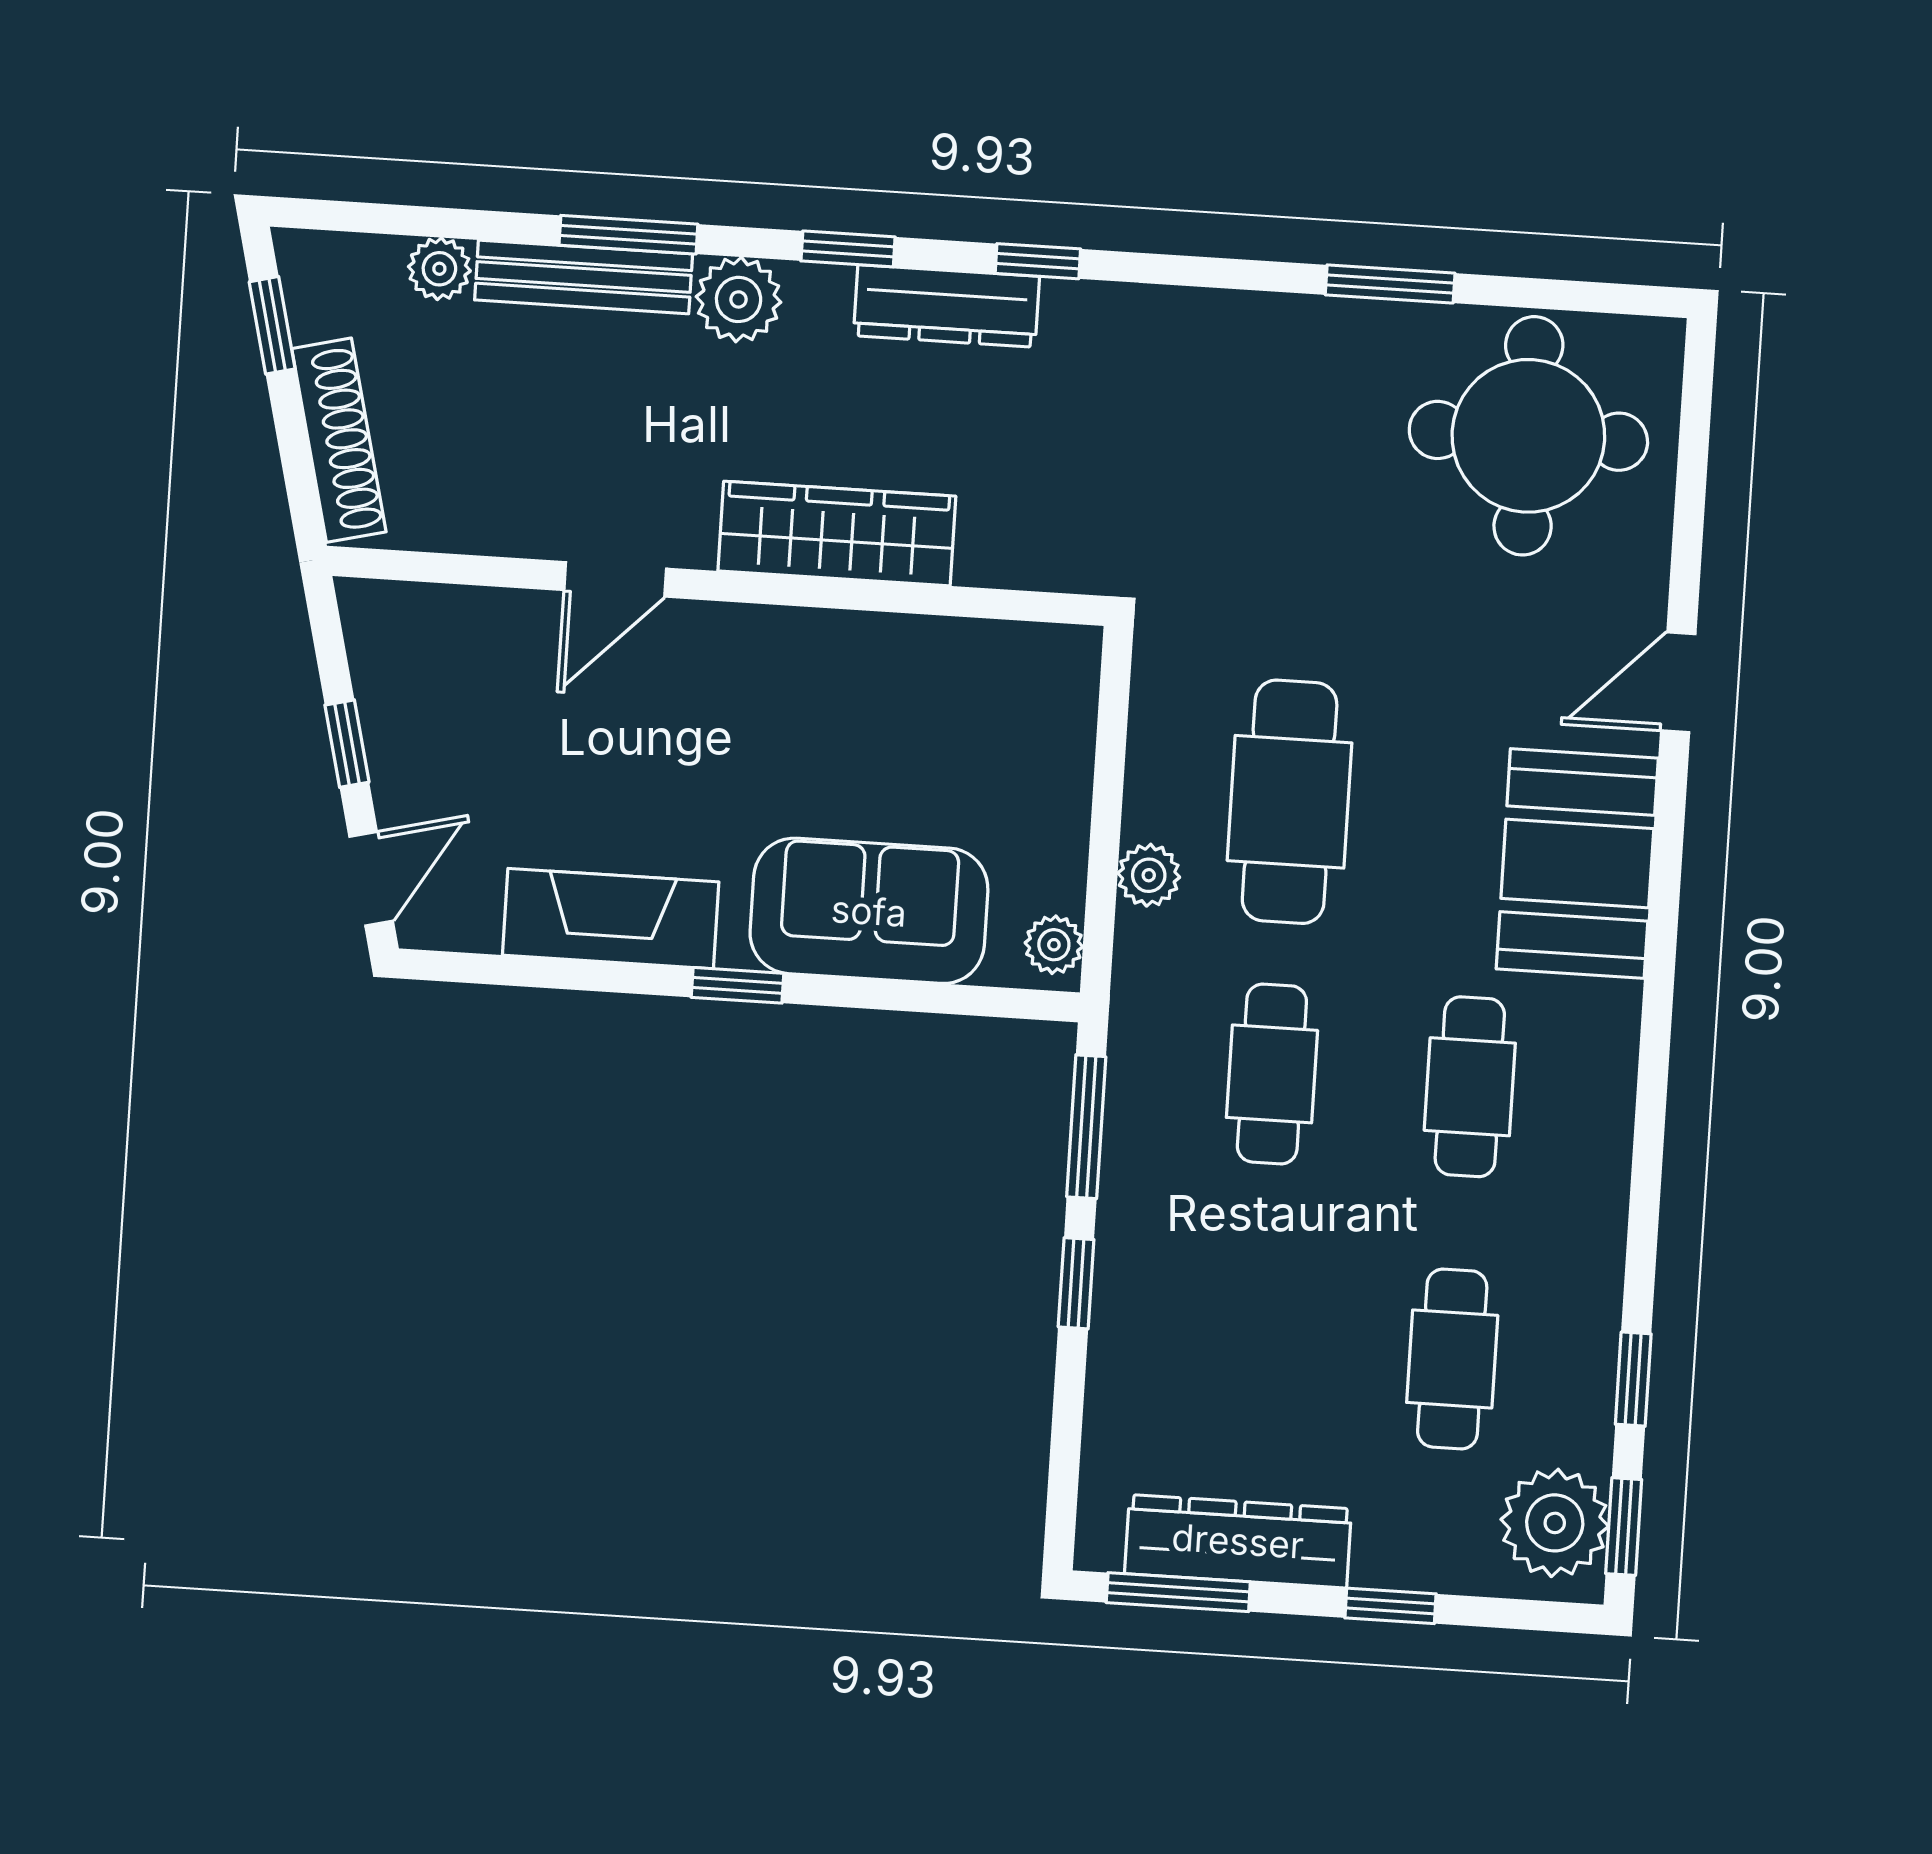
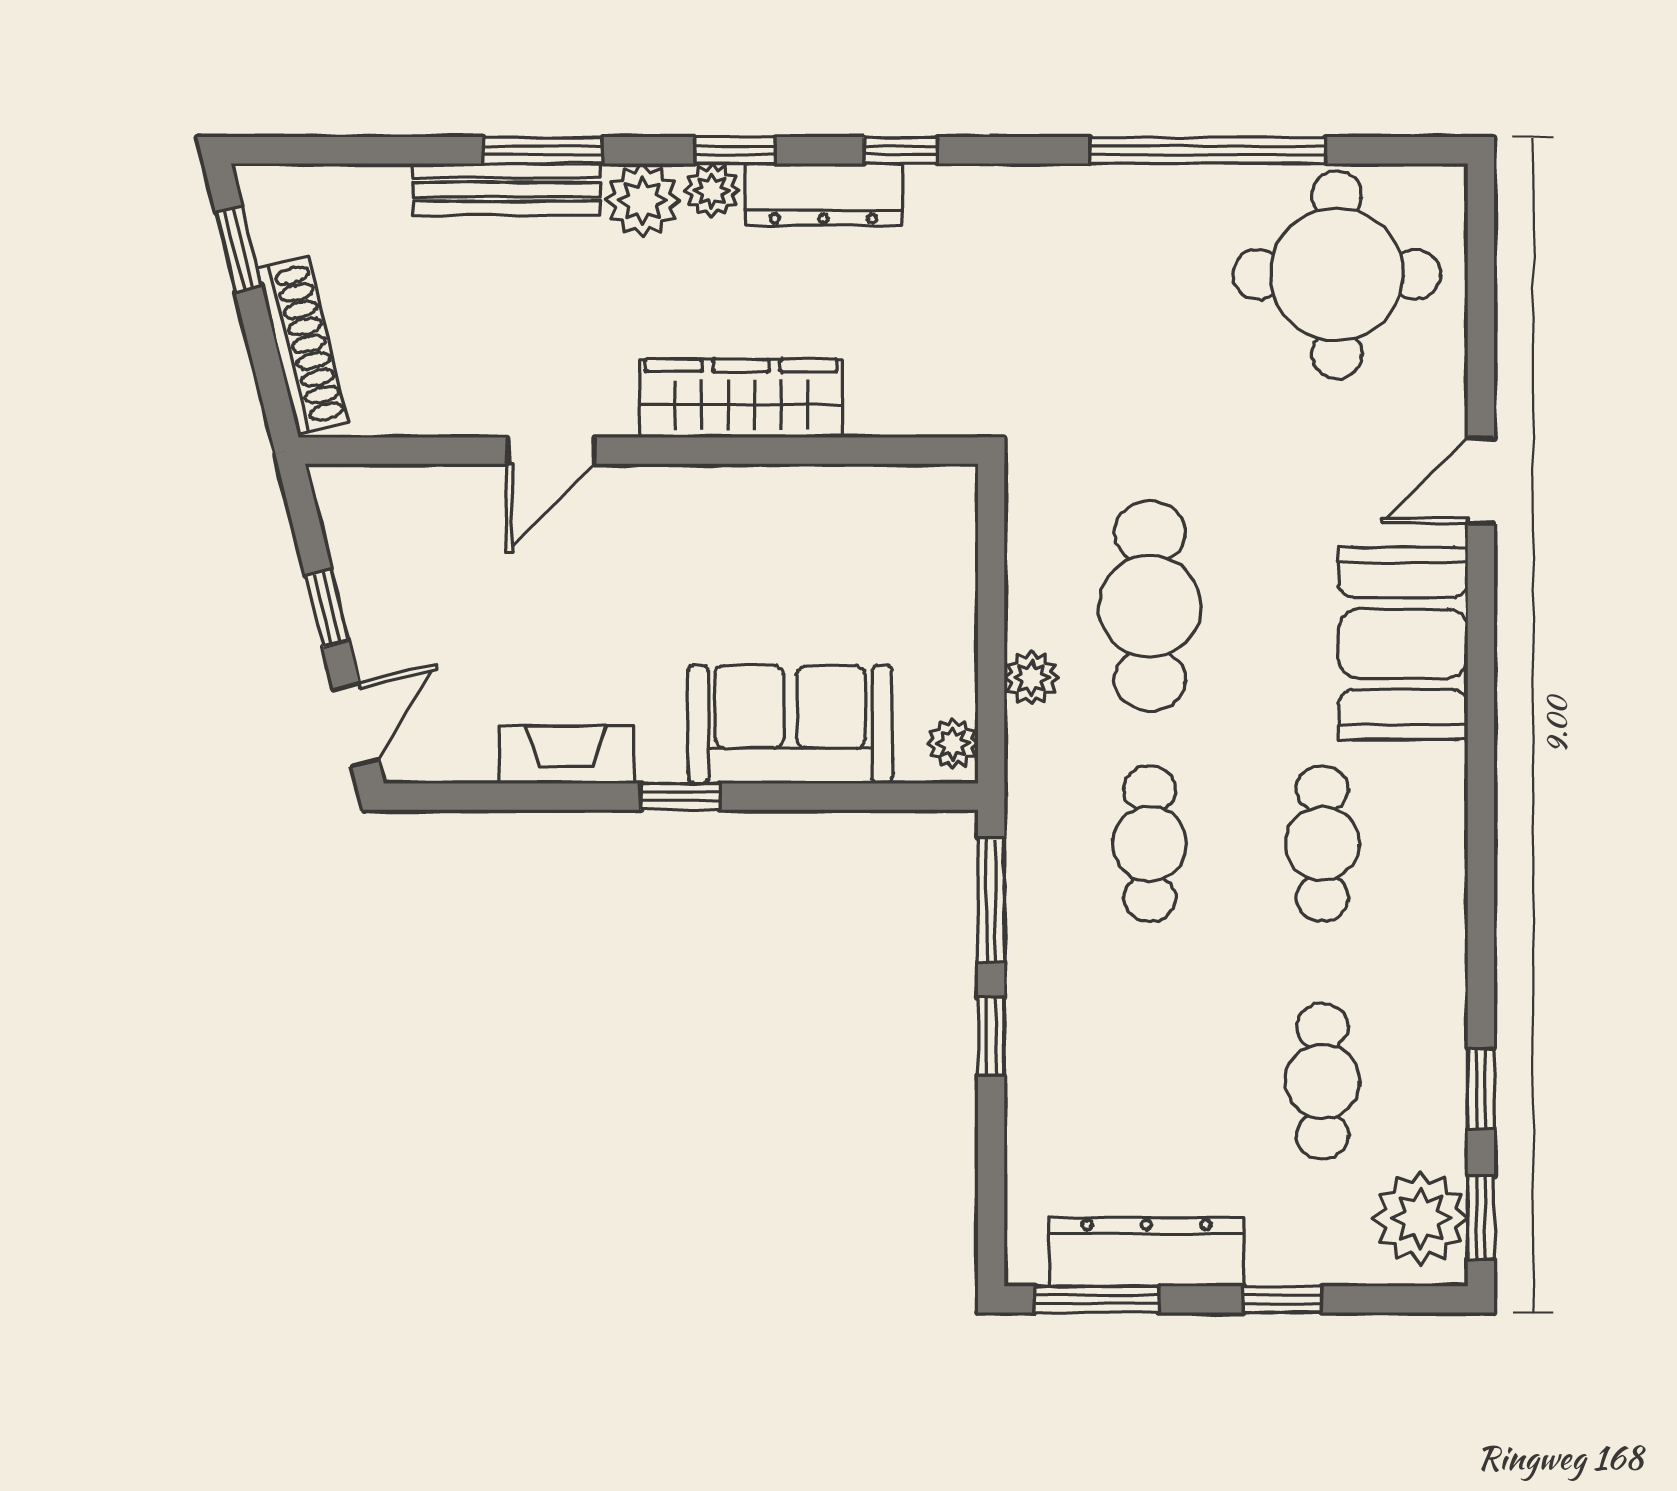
plant: (439, 269) -> (712, 190), moved
window: (1390, 284) -> (1208, 150), width x2.11
fireplace: (611, 919) -> (566, 755), width x0.73, depth x0.76

